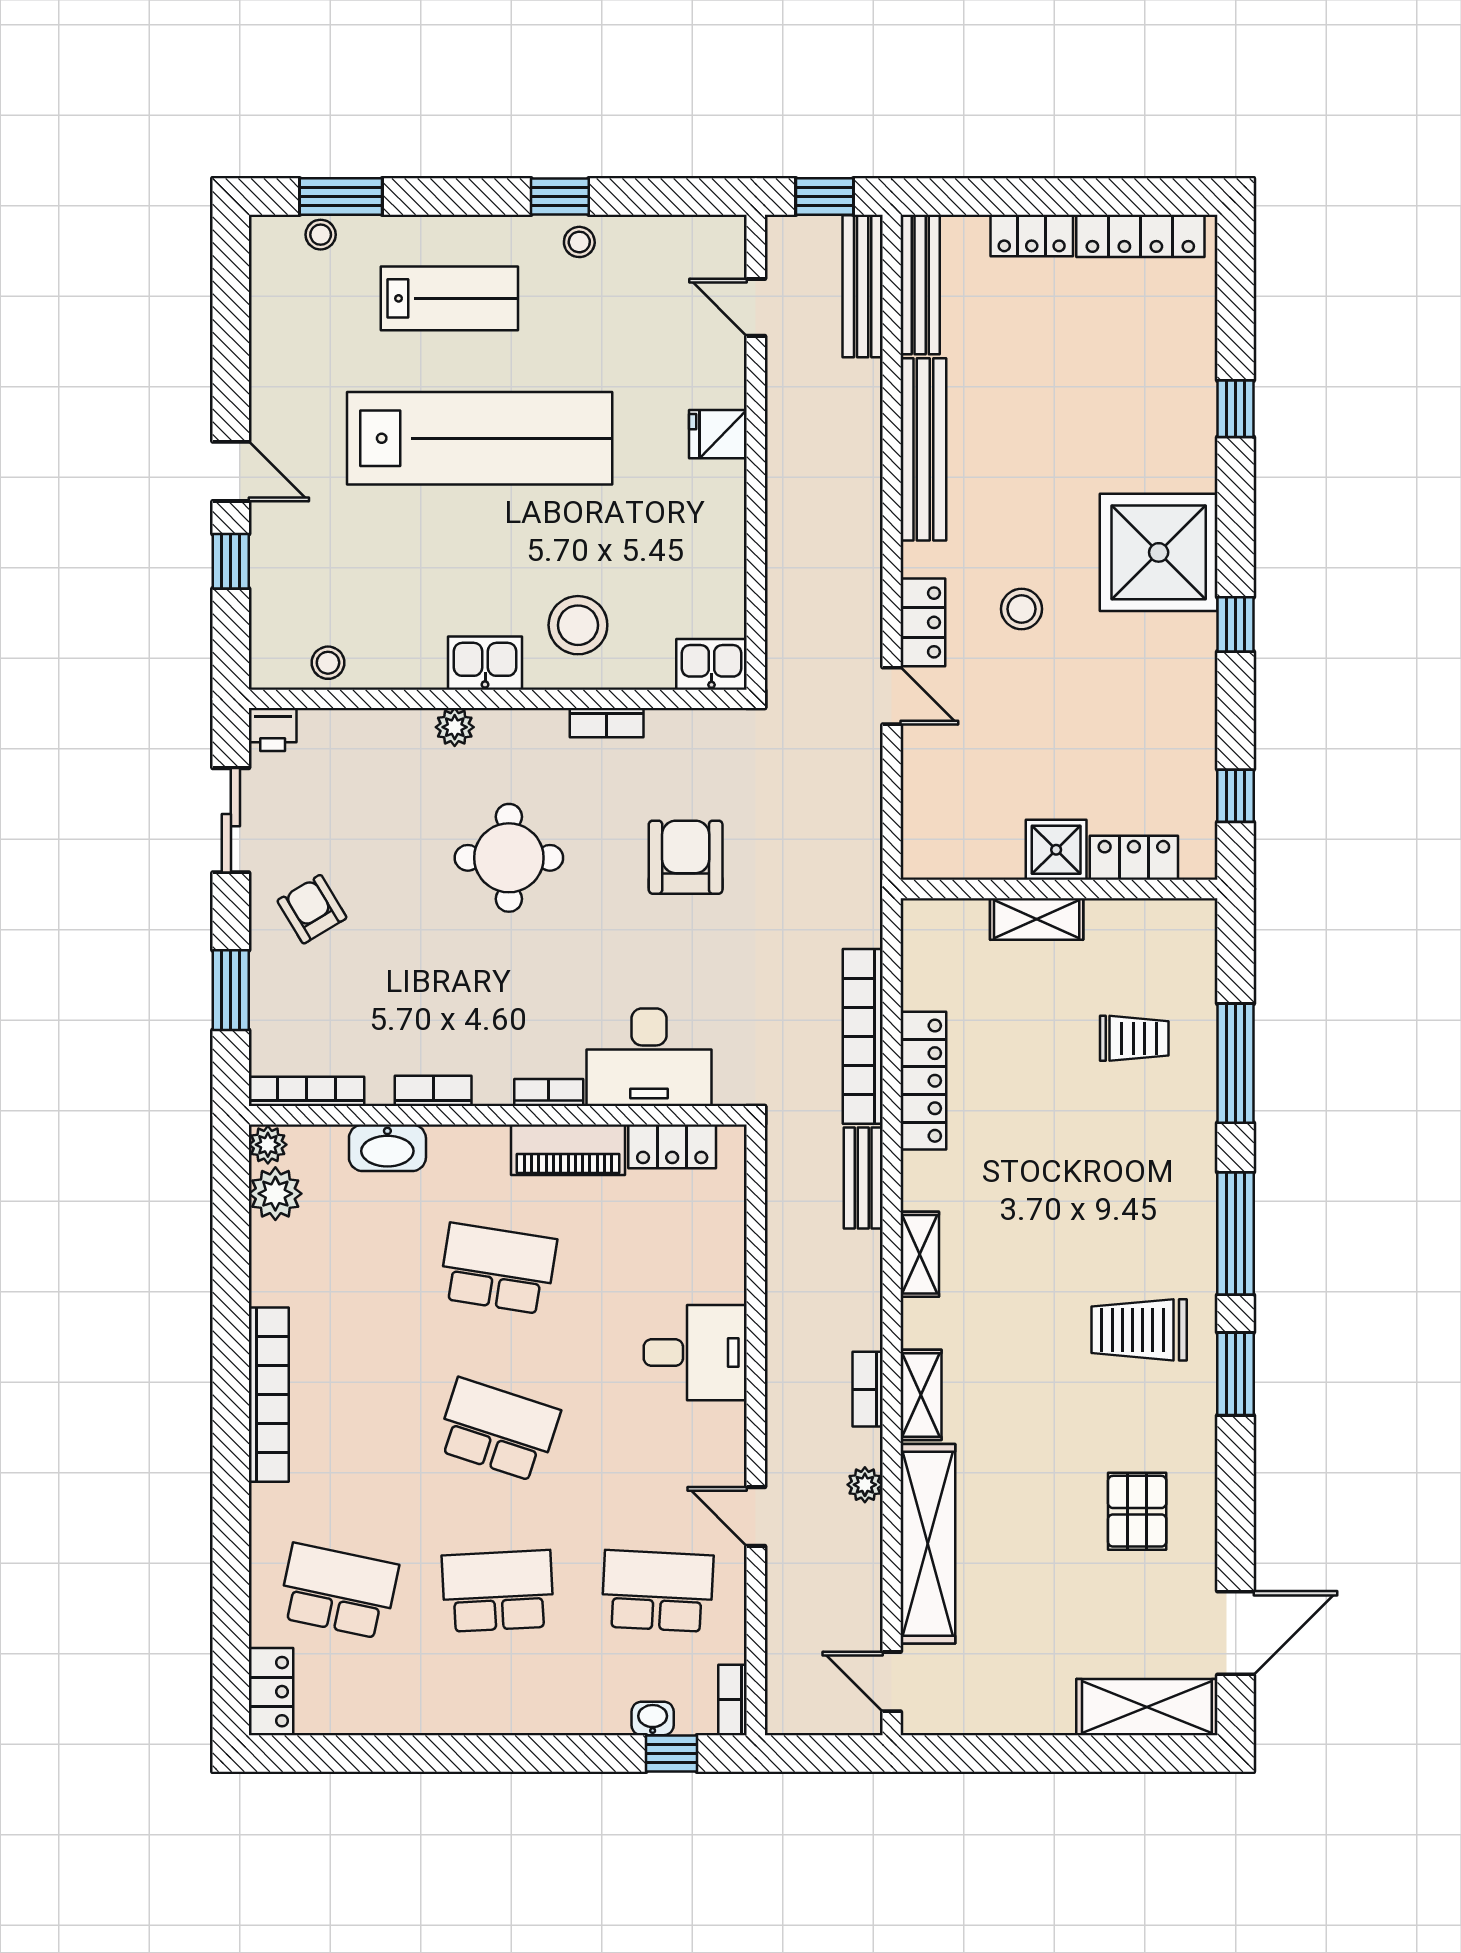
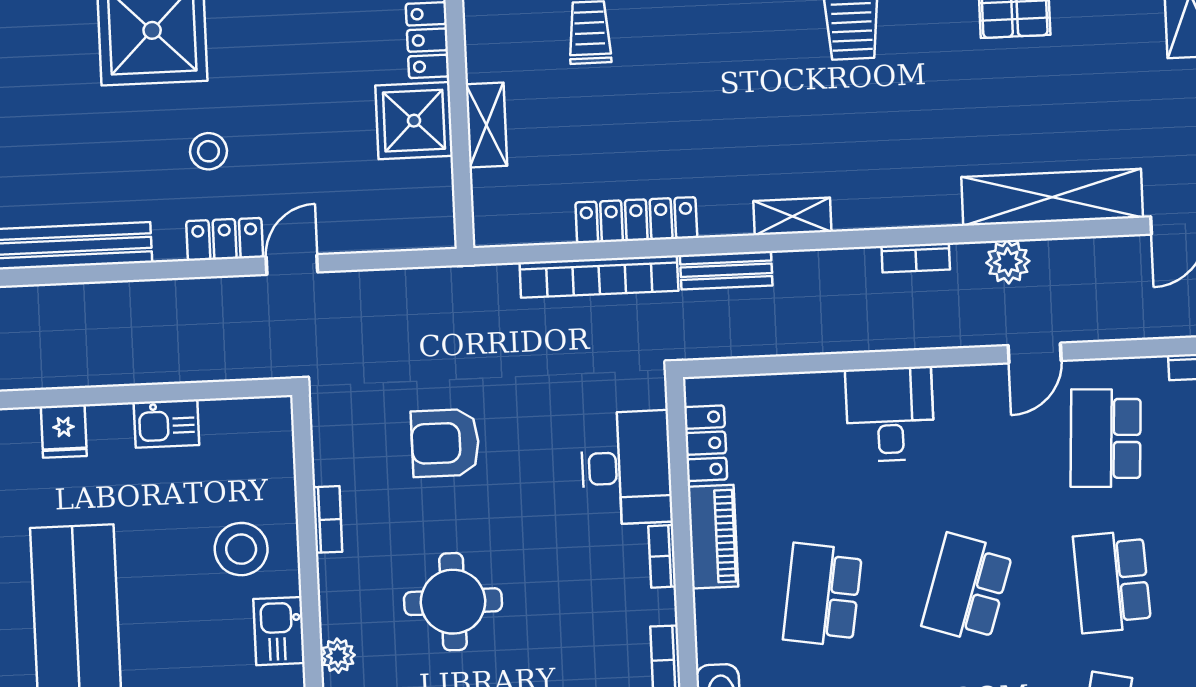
kitchen sink: (712, 664) -> (166, 424), moved, turned -90
shower: (1056, 850) -> (414, 121), width x1.36, depth x1.36
shelving: (921, 1395) -> (919, 210), removed
plant: (865, 1485) -> (1008, 262), width x1.38, depth x1.38

